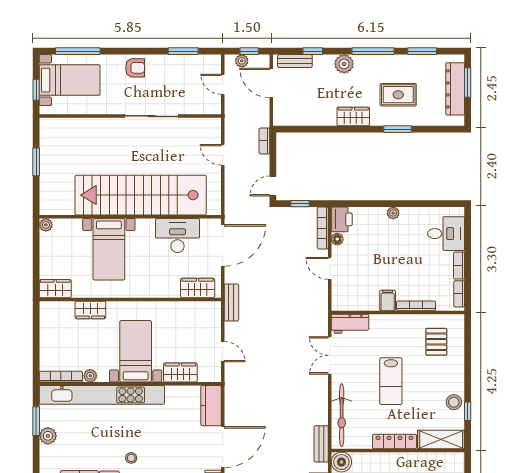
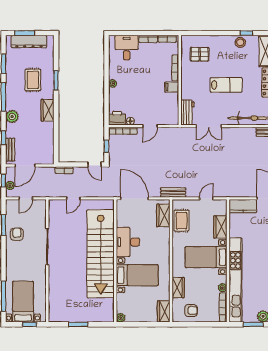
armchair: (135, 68) -> (17, 234), moved
desk: (177, 235) -> (128, 242), moved
rug: (190, 315) -> (182, 221), added
armchair: (57, 329) -> (191, 310), added

